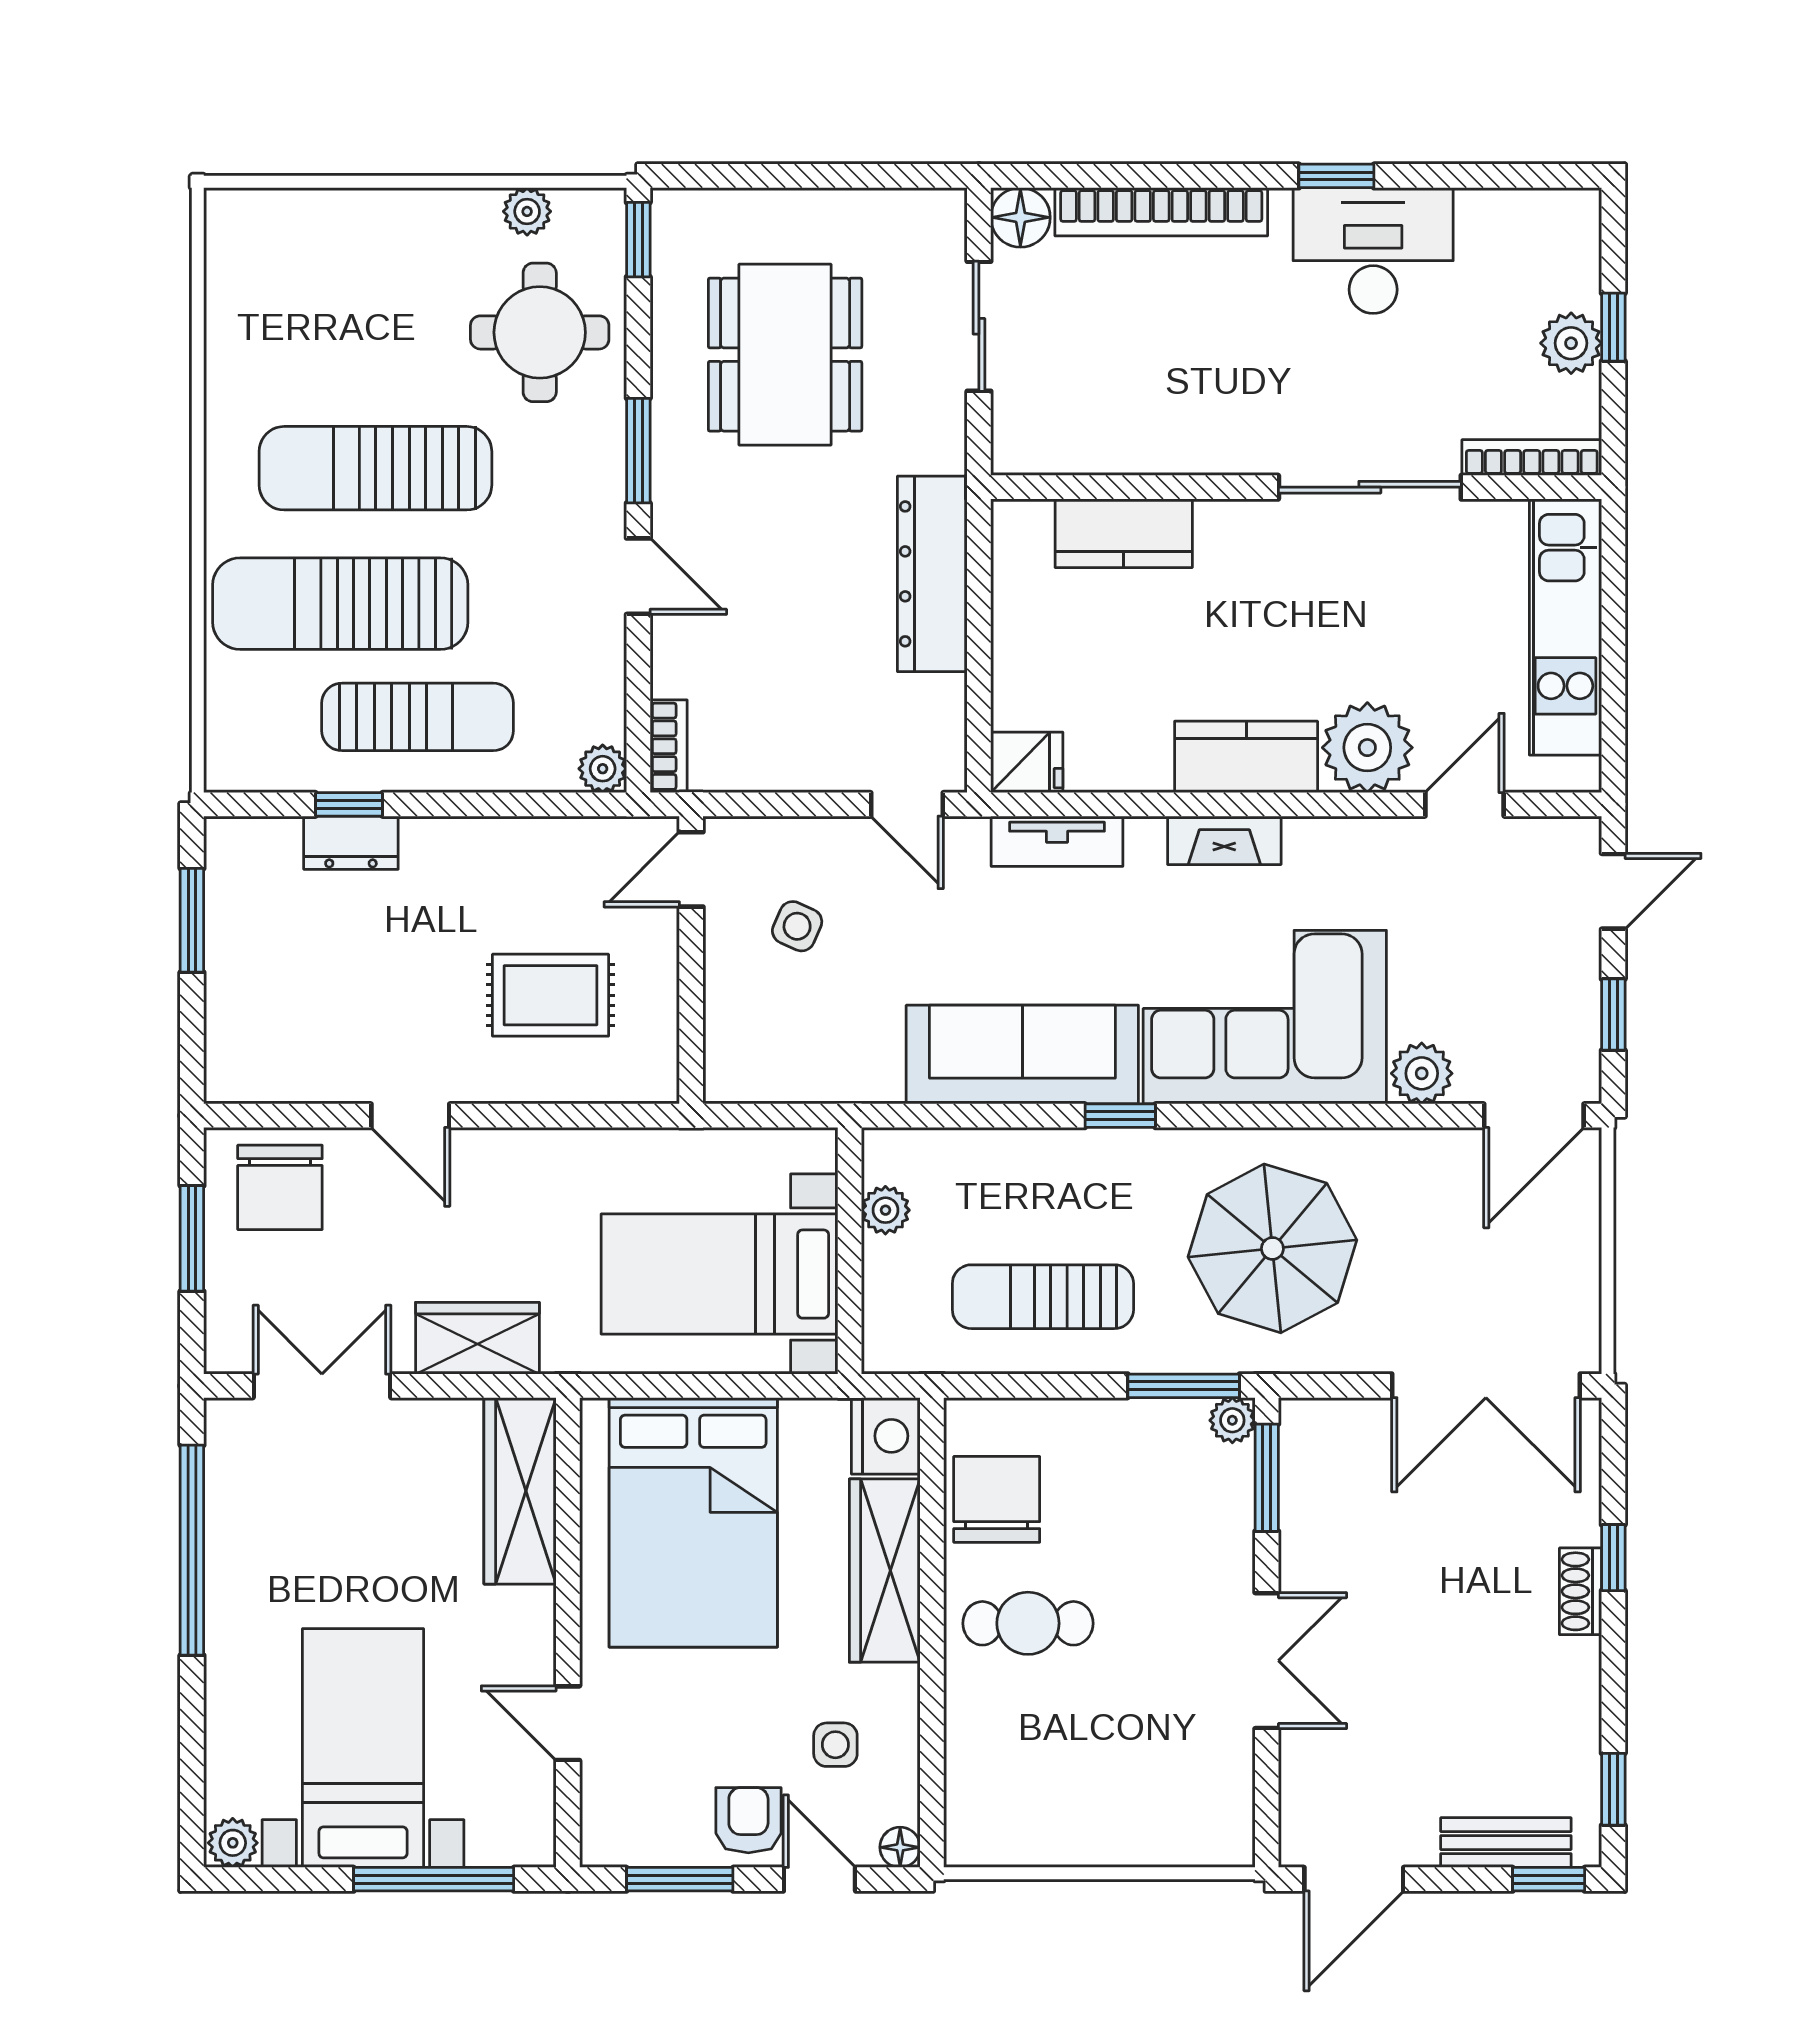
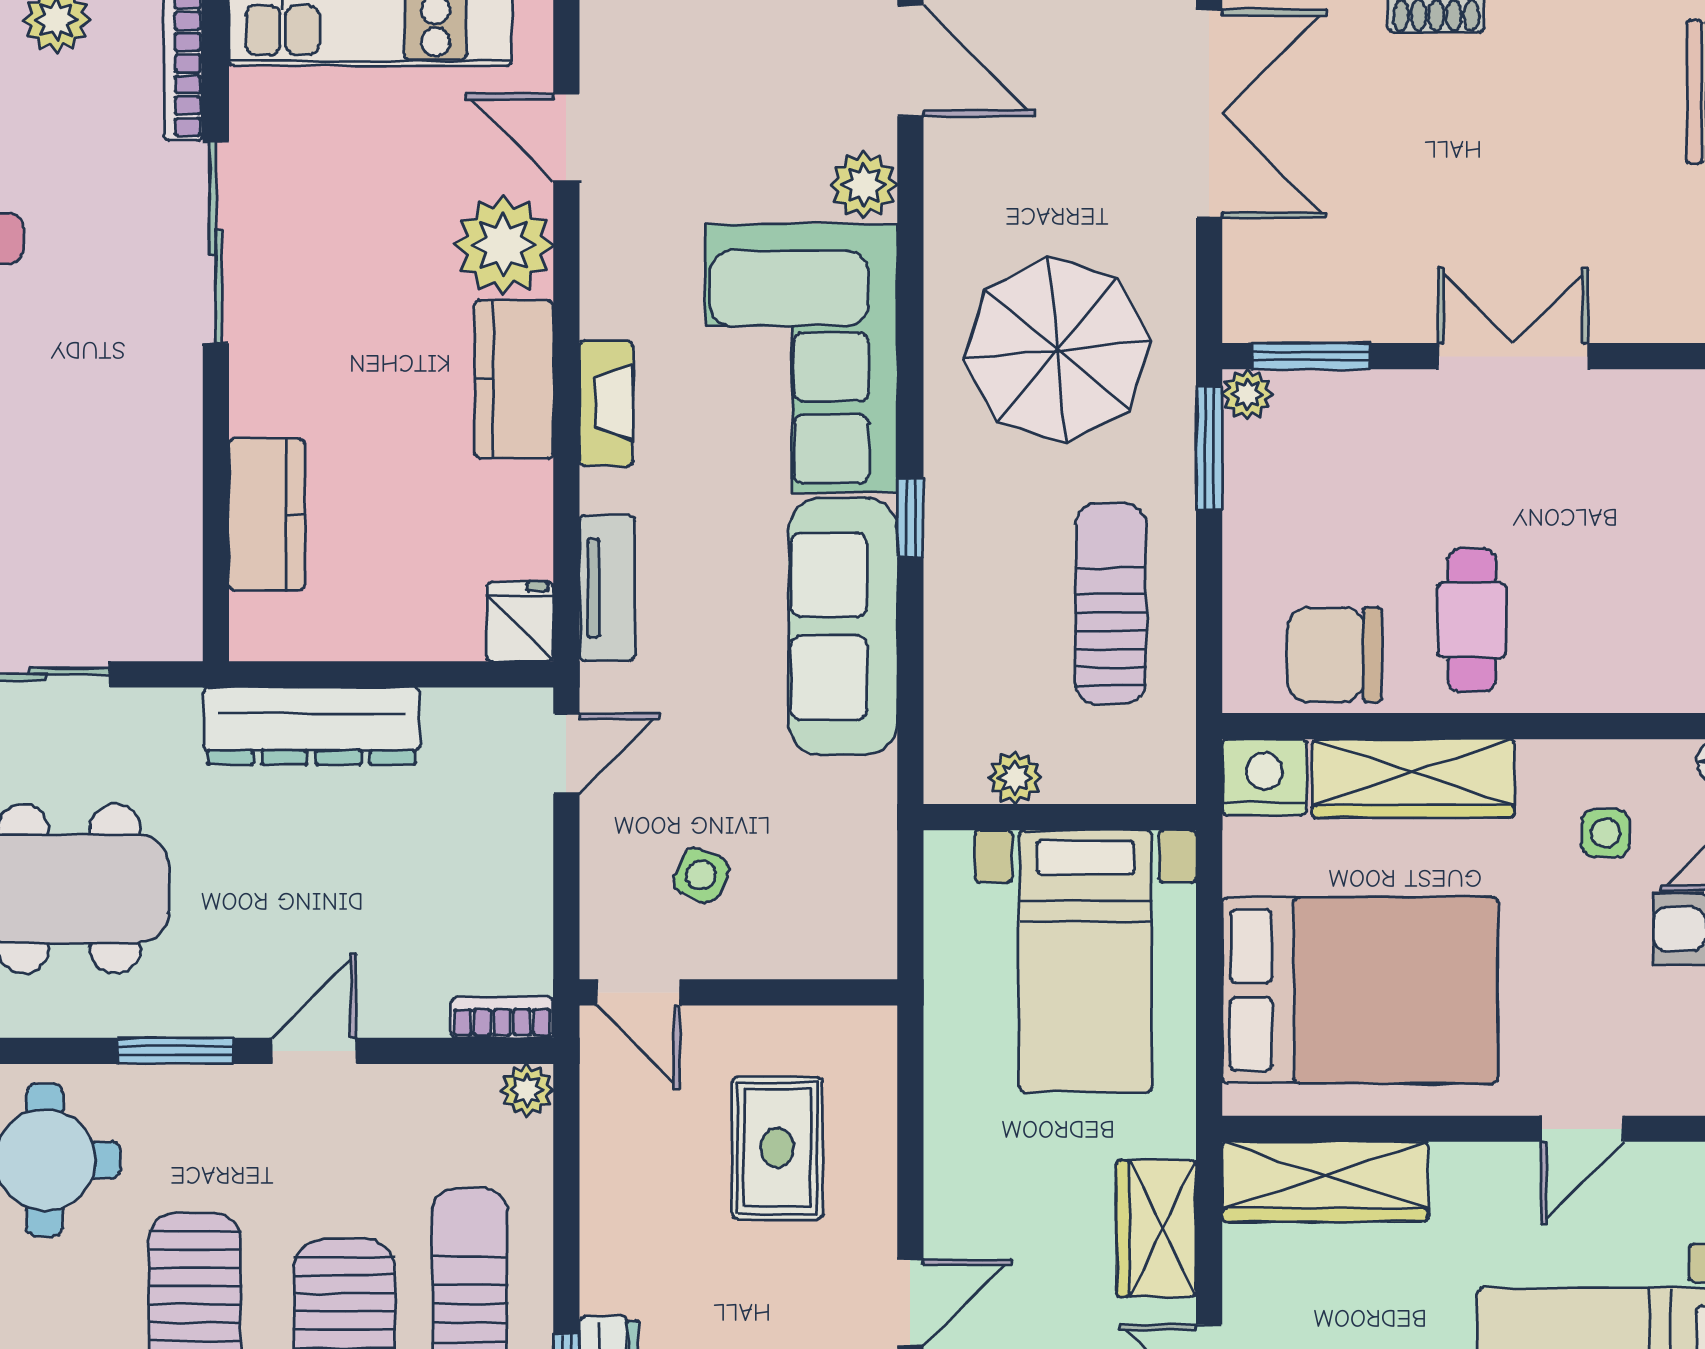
sun lounger: (1043, 1297) -> (1111, 604), turned 180

